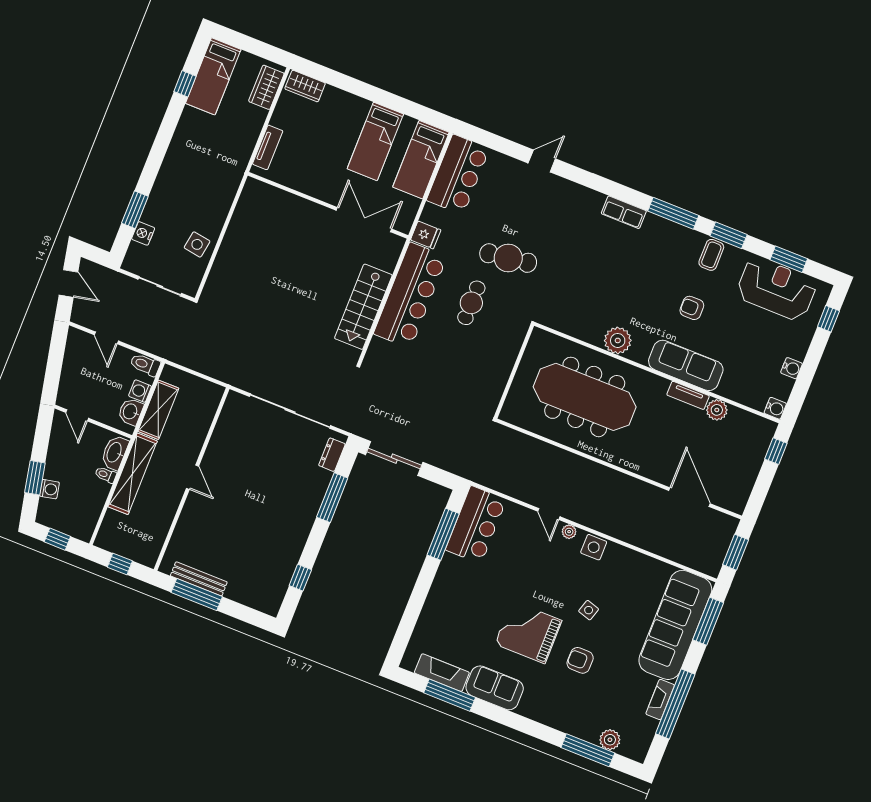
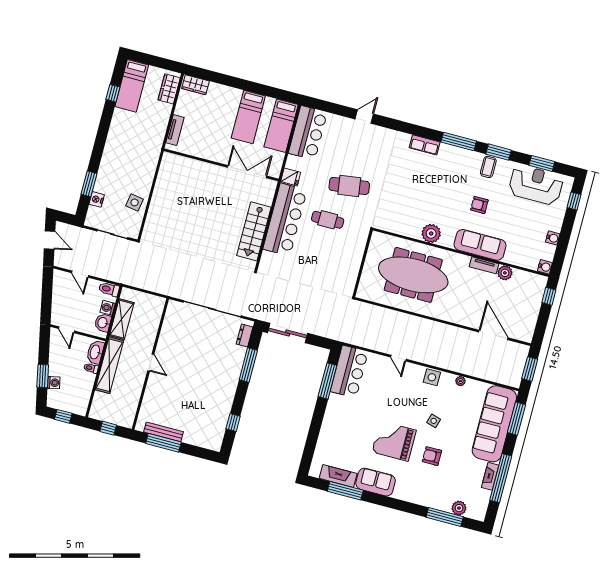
cafe table: (471, 303) -> (328, 220), turned 90
plant: (569, 532) -> (460, 381), moved

